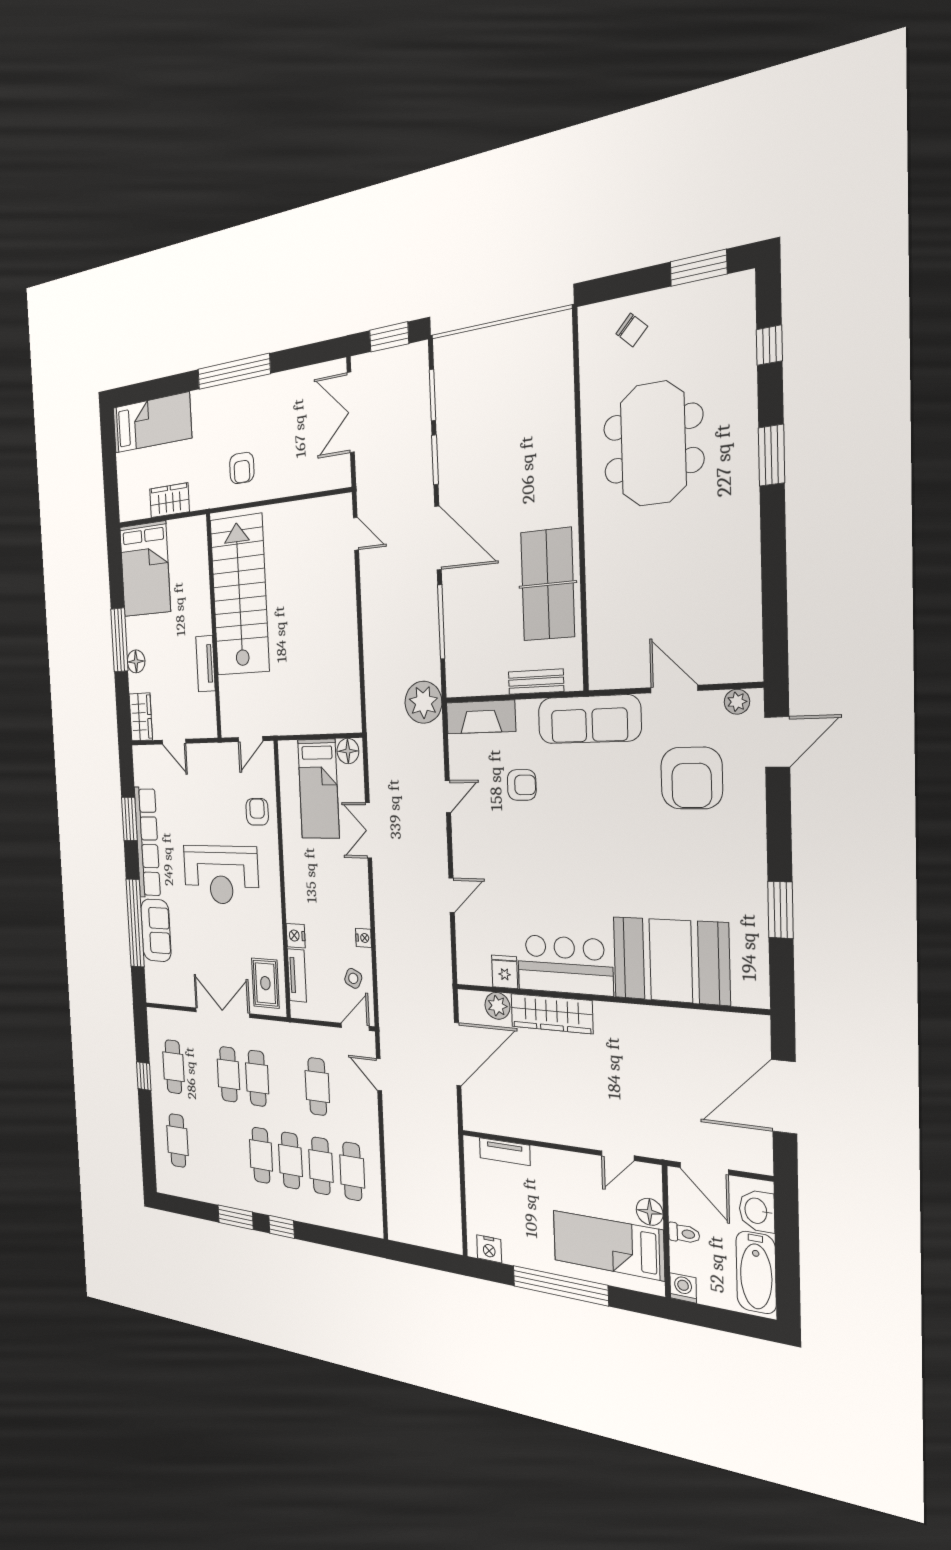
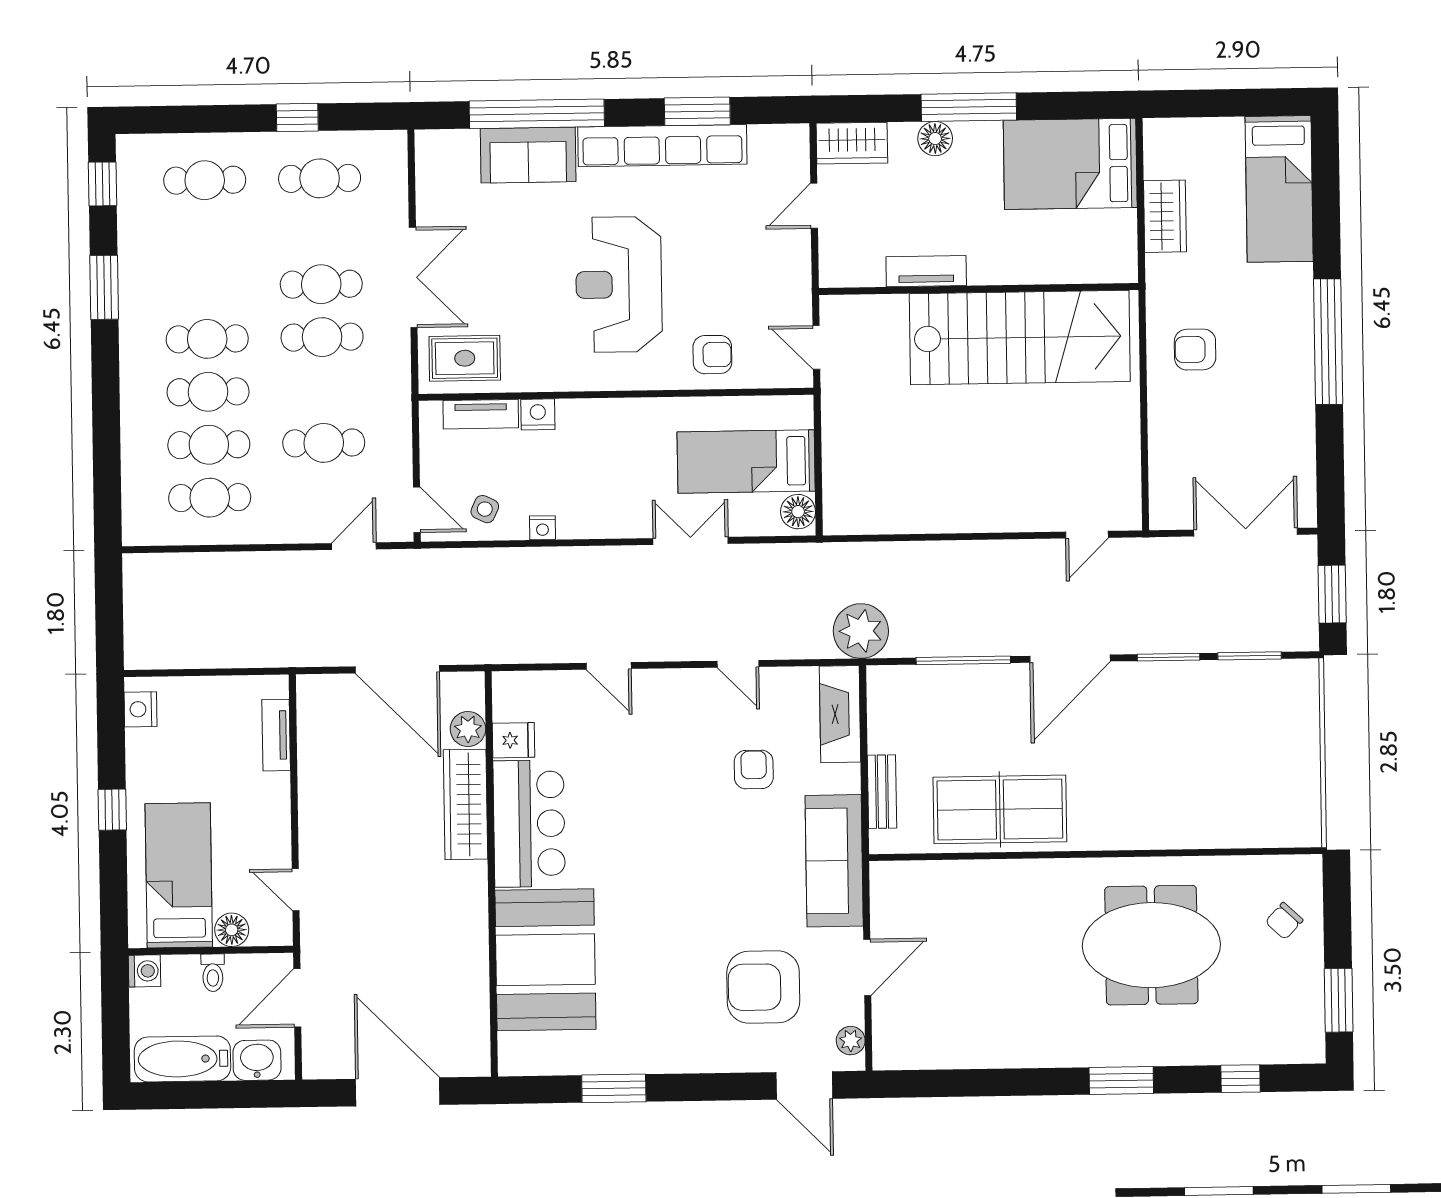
armchair: (522, 785) -> (754, 770), turned 180
window: (282, 1227) -> (102, 184), moved
window: (560, 1286) -> (112, 810), width x0.32

